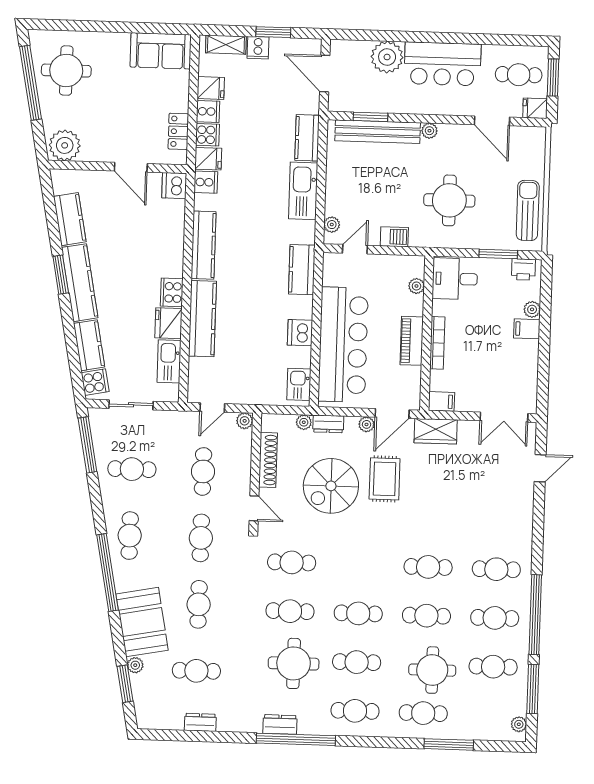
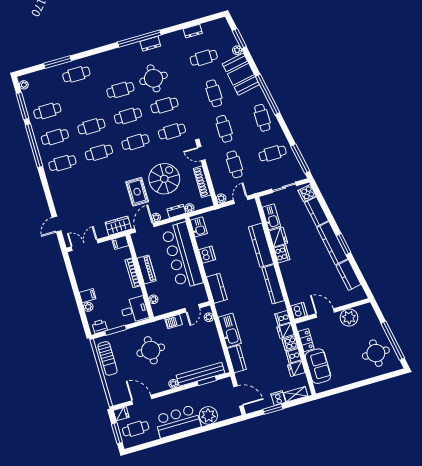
sofa: (161, 51) -> (318, 366), moved, turned 90
plant: (65, 145) -> (349, 317), moved
round table: (432, 670) -> (79, 99), removed
cafe table: (355, 711) -> (135, 142), moved

